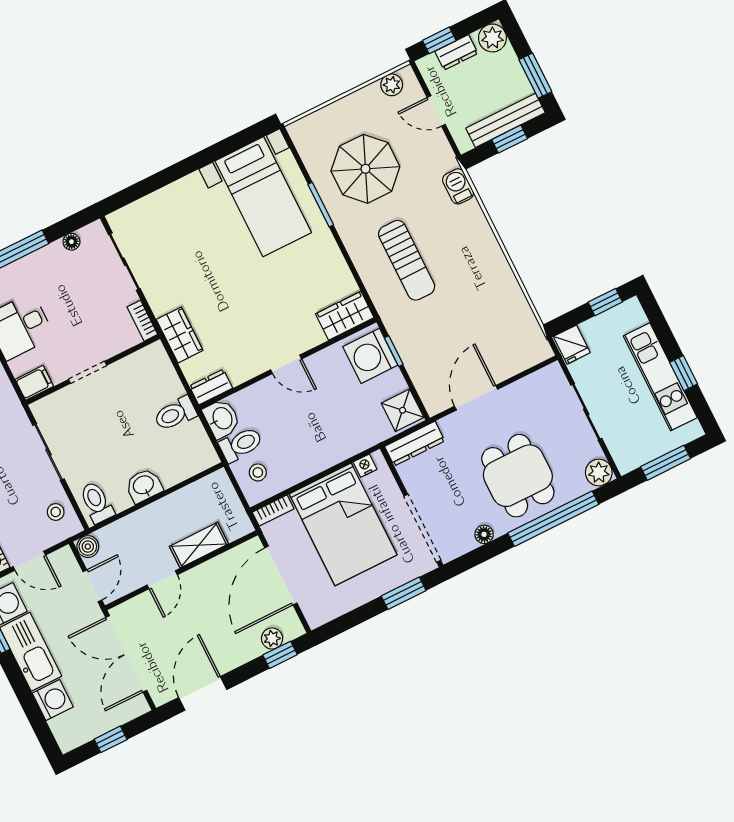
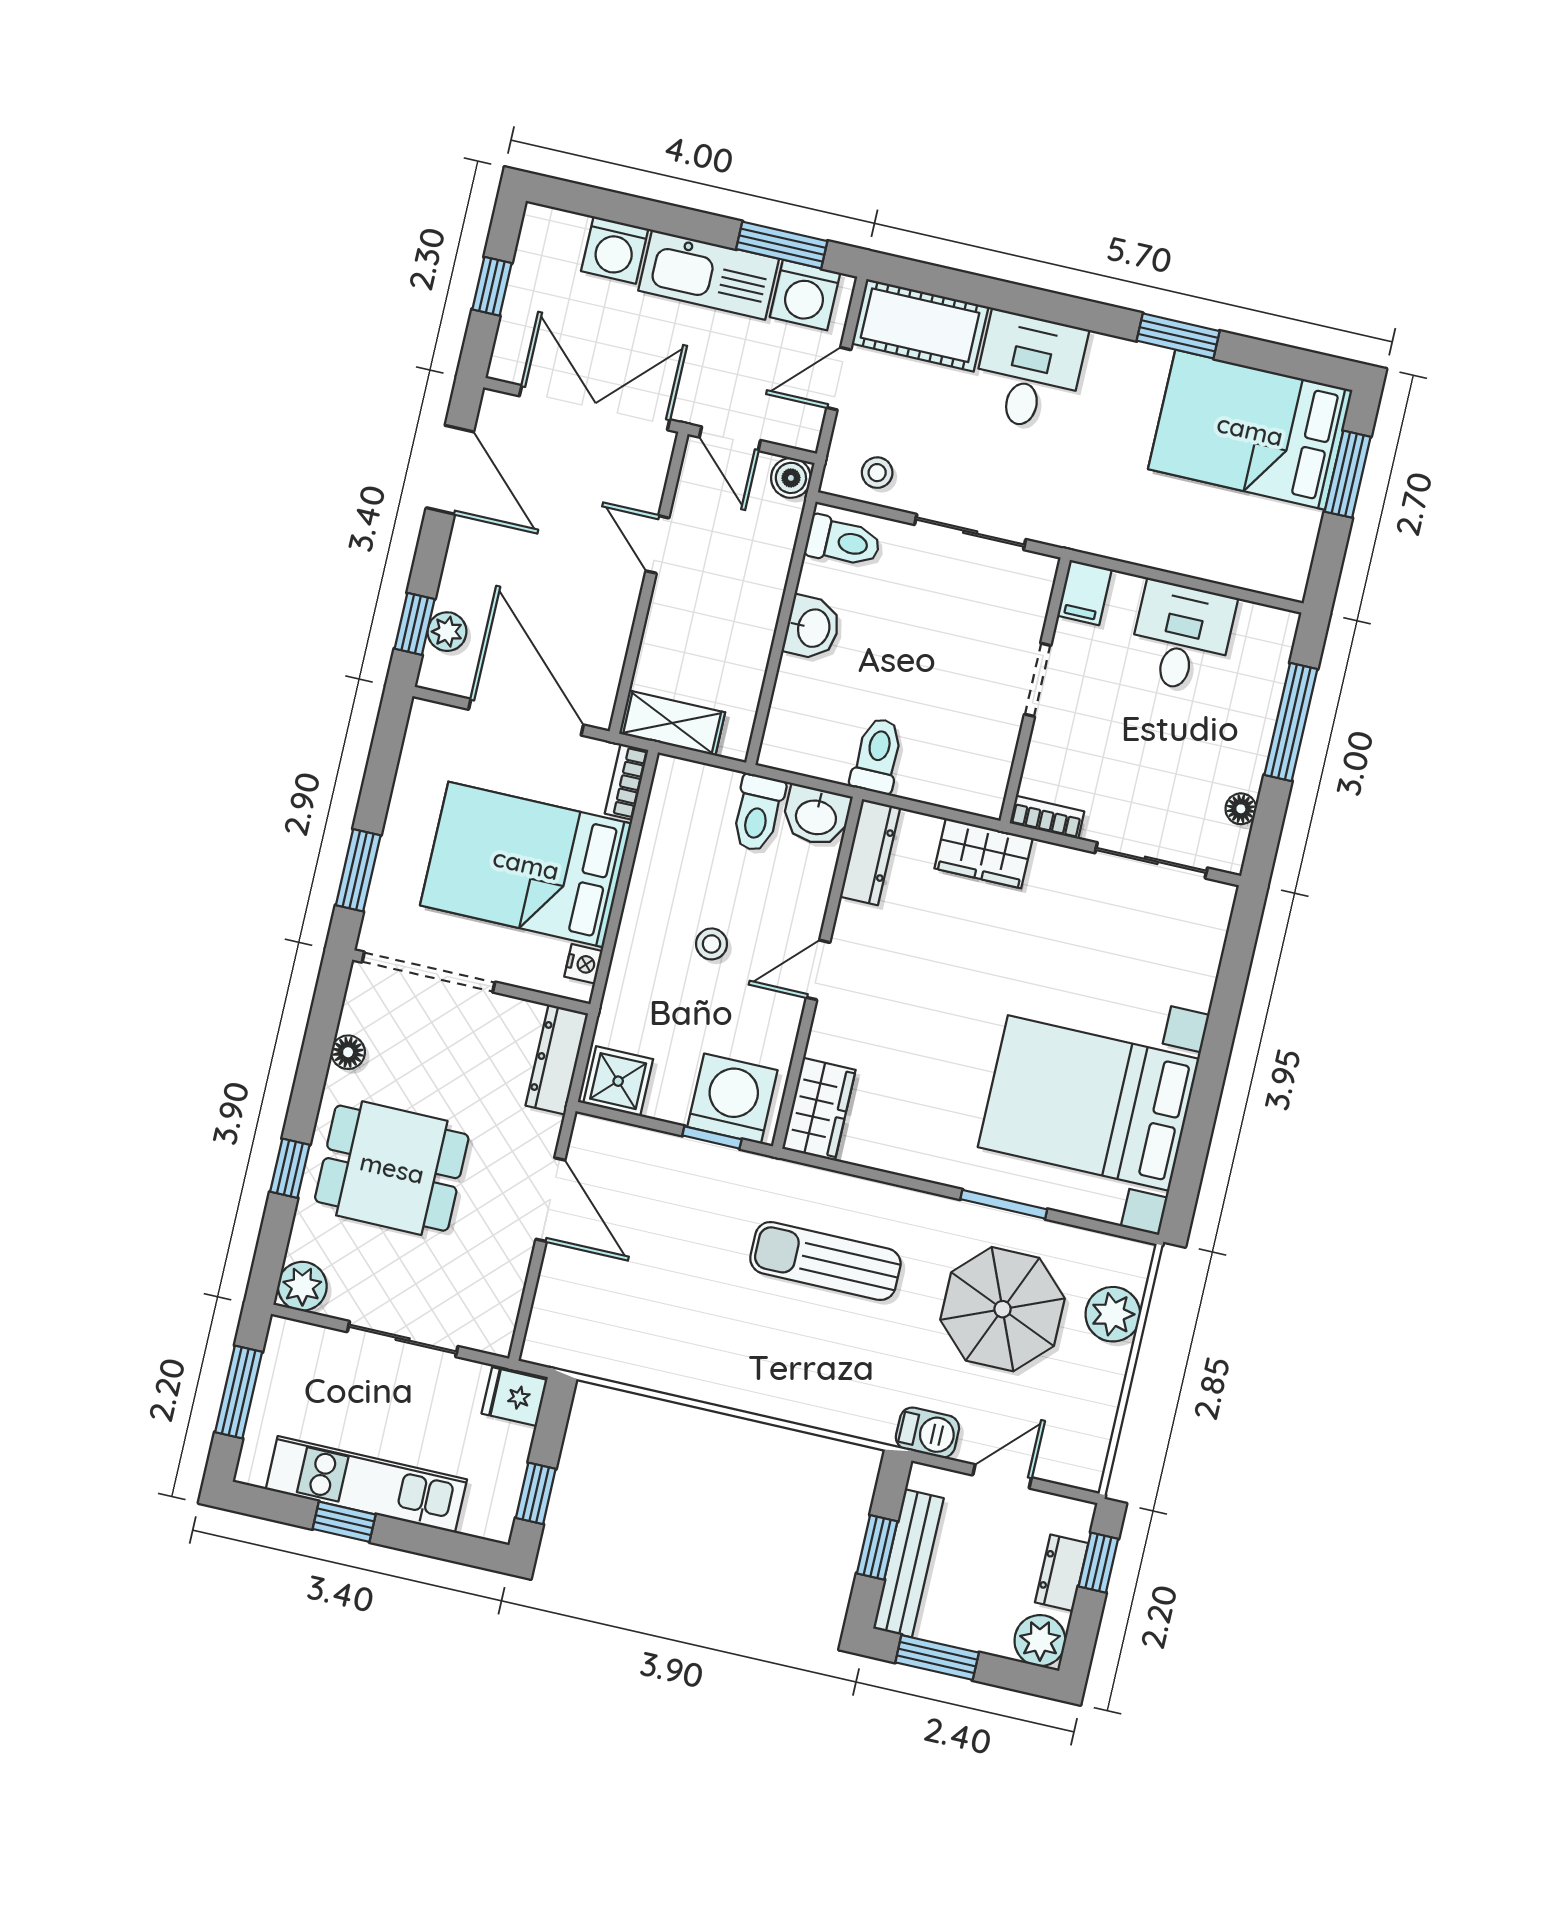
plant: (392, 85) -> (1113, 1314), moved, width x1.38, depth x1.38
barbecue: (458, 186) -> (927, 1433), moved
bed with nightstands: (263, 197) -> (1089, 1103), width x1.36
dresser: (211, 387) -> (870, 852), width x1.44
stool: (258, 472) -> (712, 944), moved
window: (553, 519) -> (290, 1168), width x0.32
shelving: (199, 545) -> (672, 723), moved, turned 90

